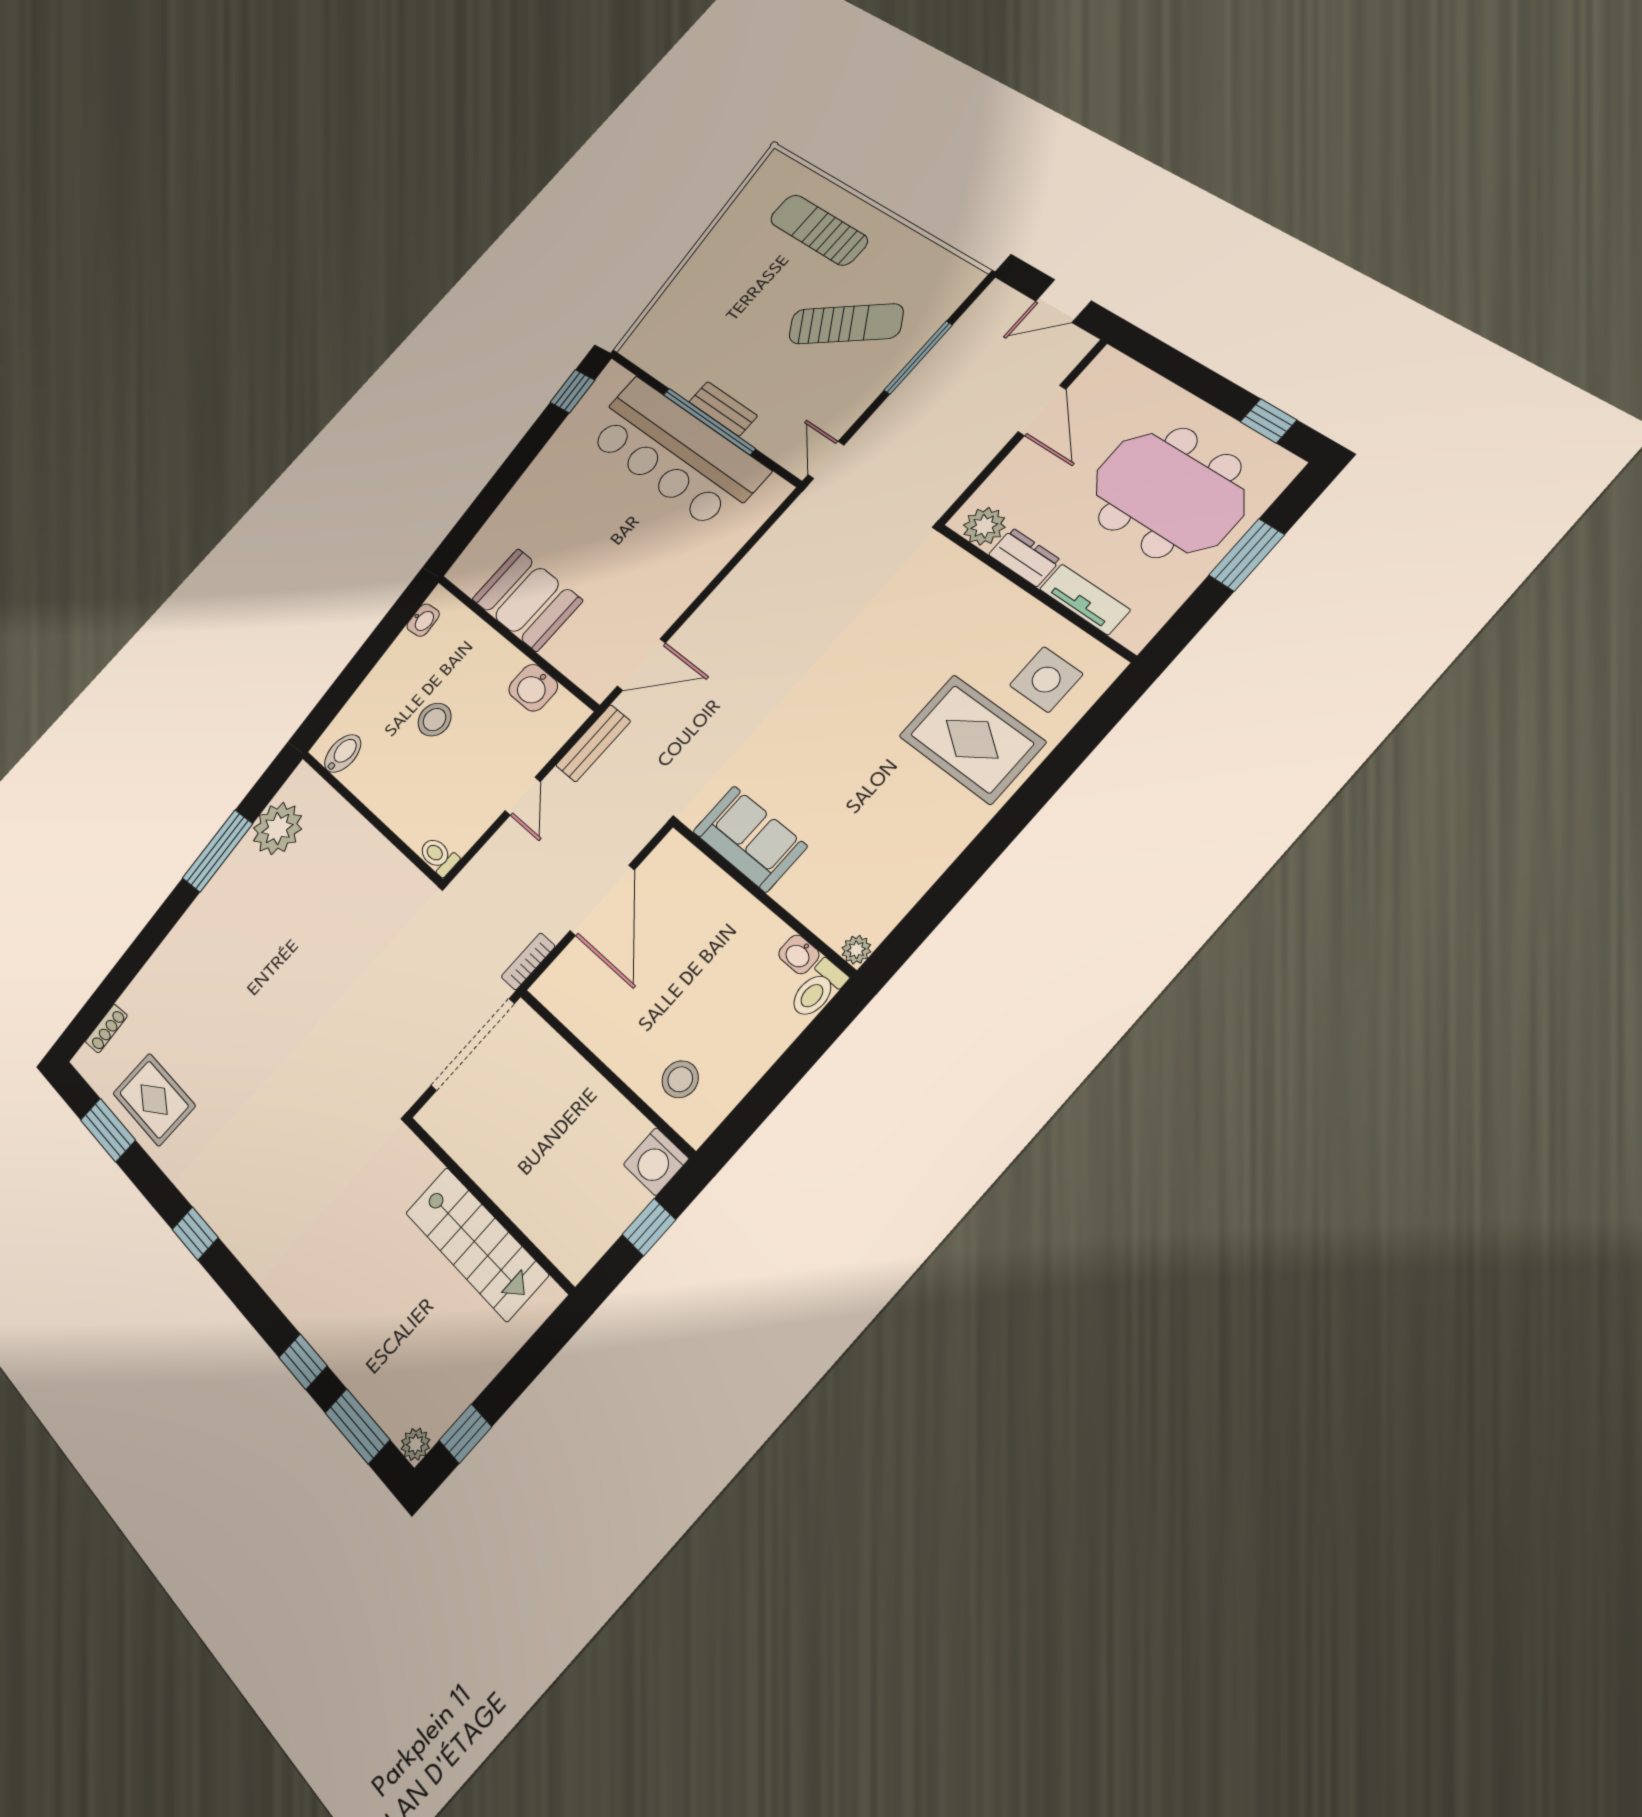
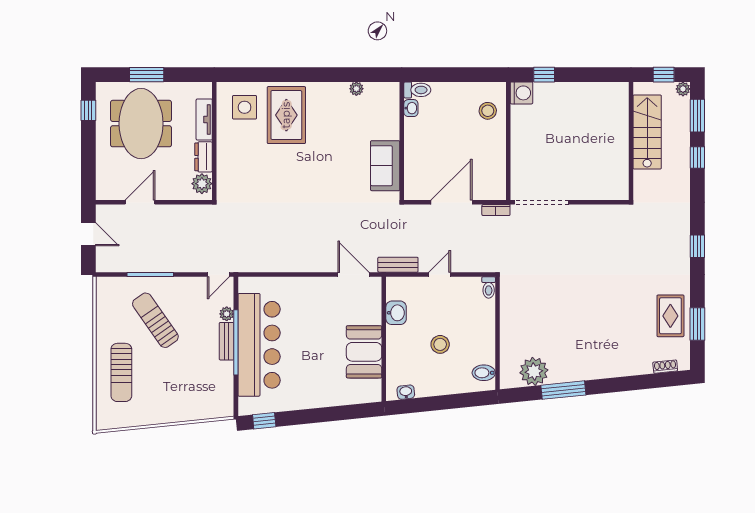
plant: (760, 435) -> (227, 314), added
plant: (856, 950) -> (356, 89), moved
wall: (488, 1204) -> (631, 141), moved
stairs: (476, 1244) -> (647, 132), moved

